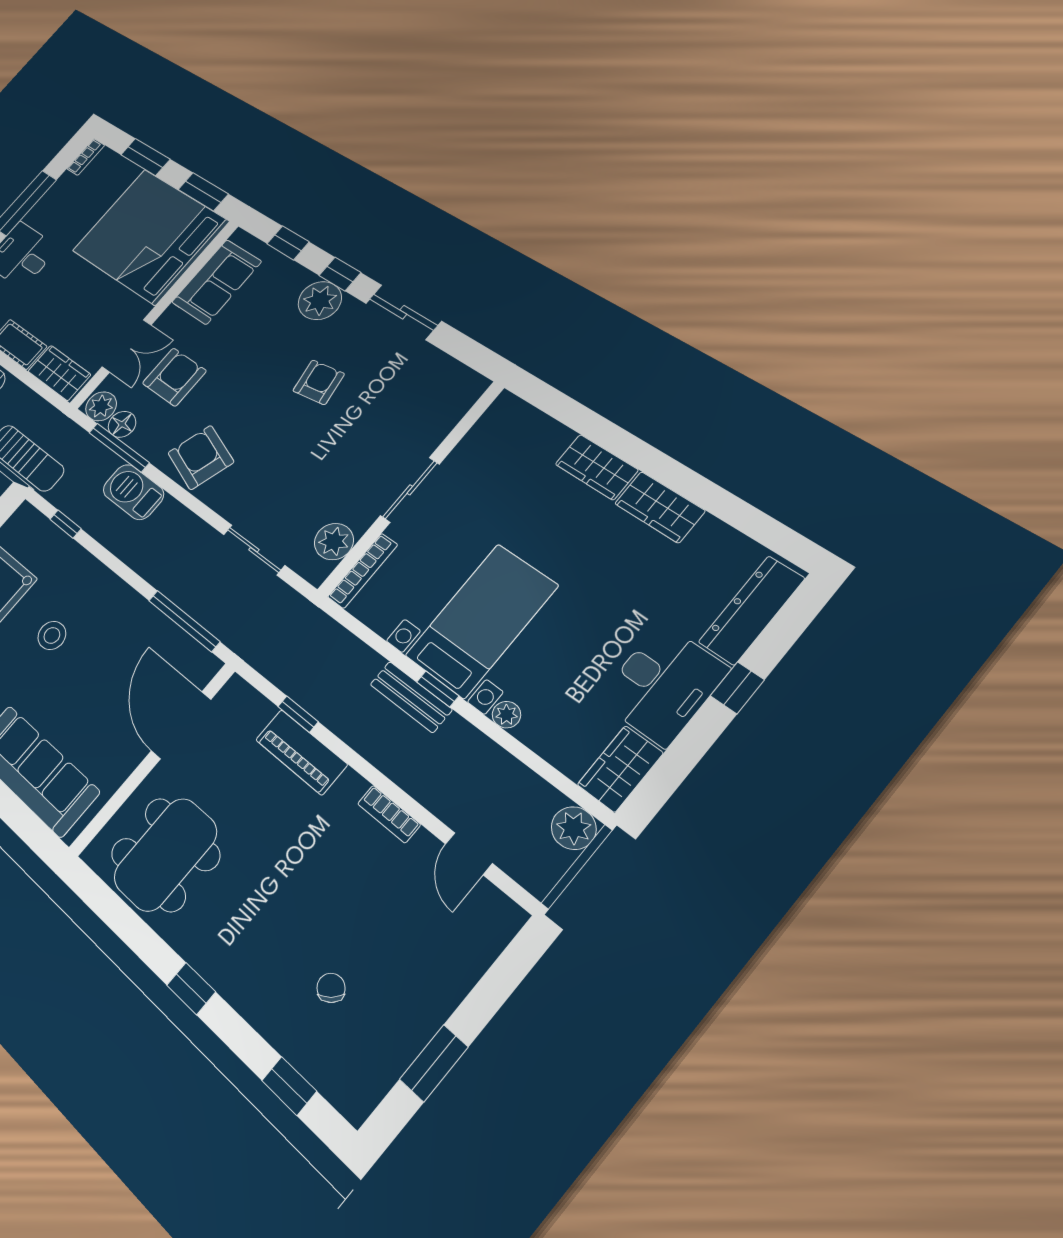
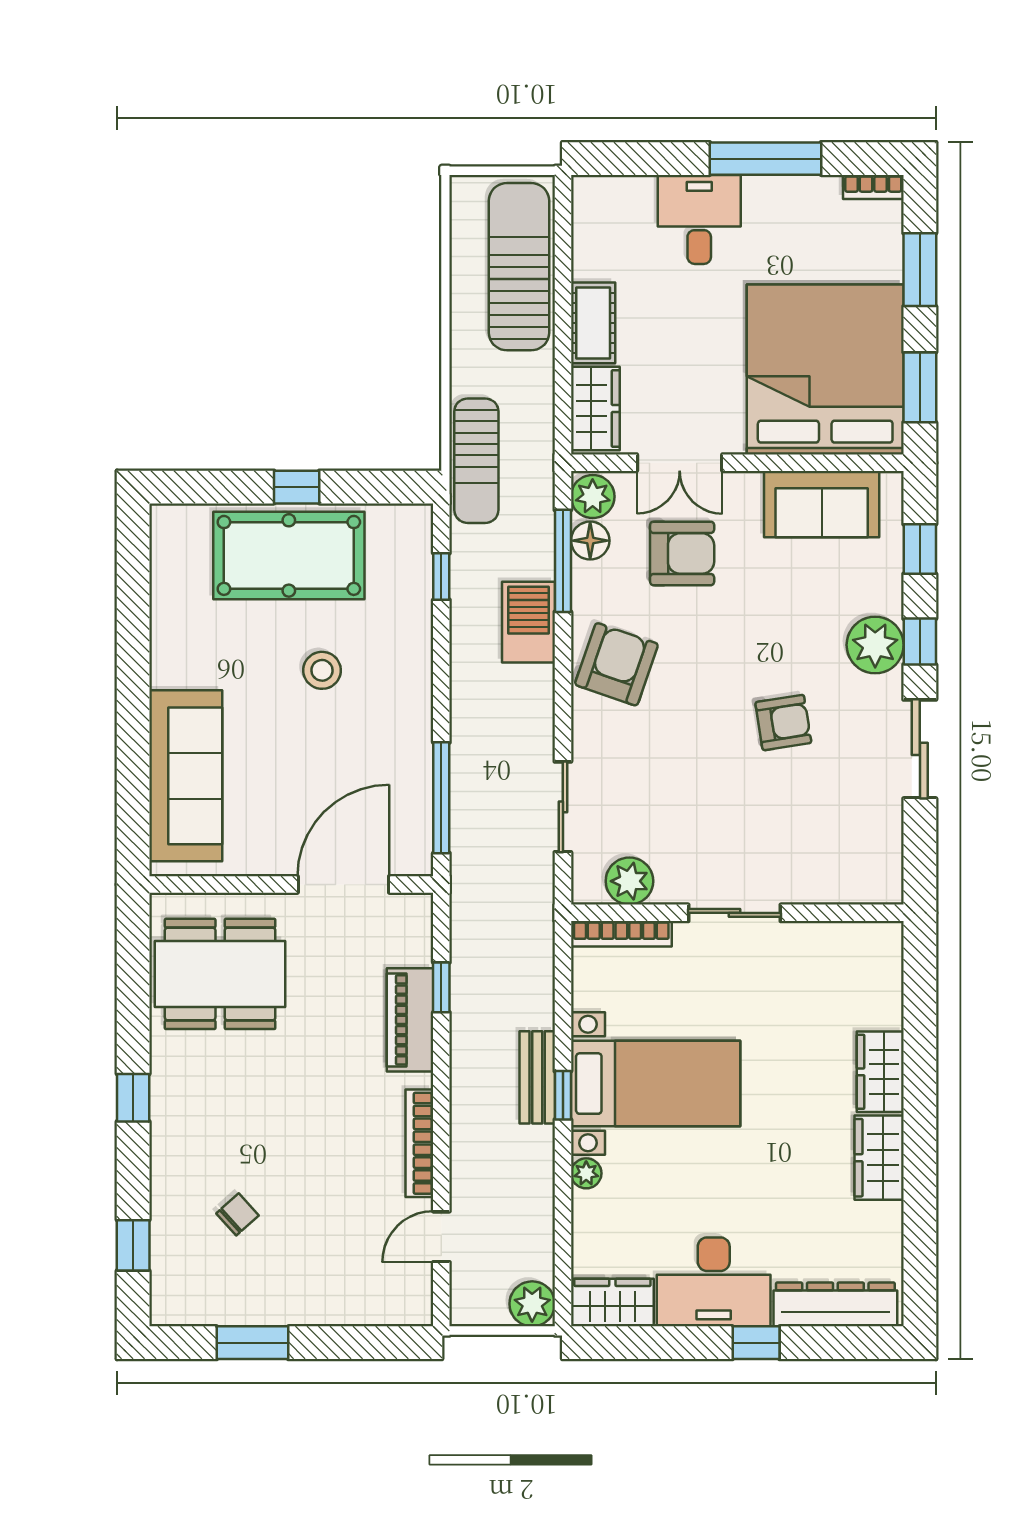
bookcase: (389, 814) -> (419, 1143), width x1.56

